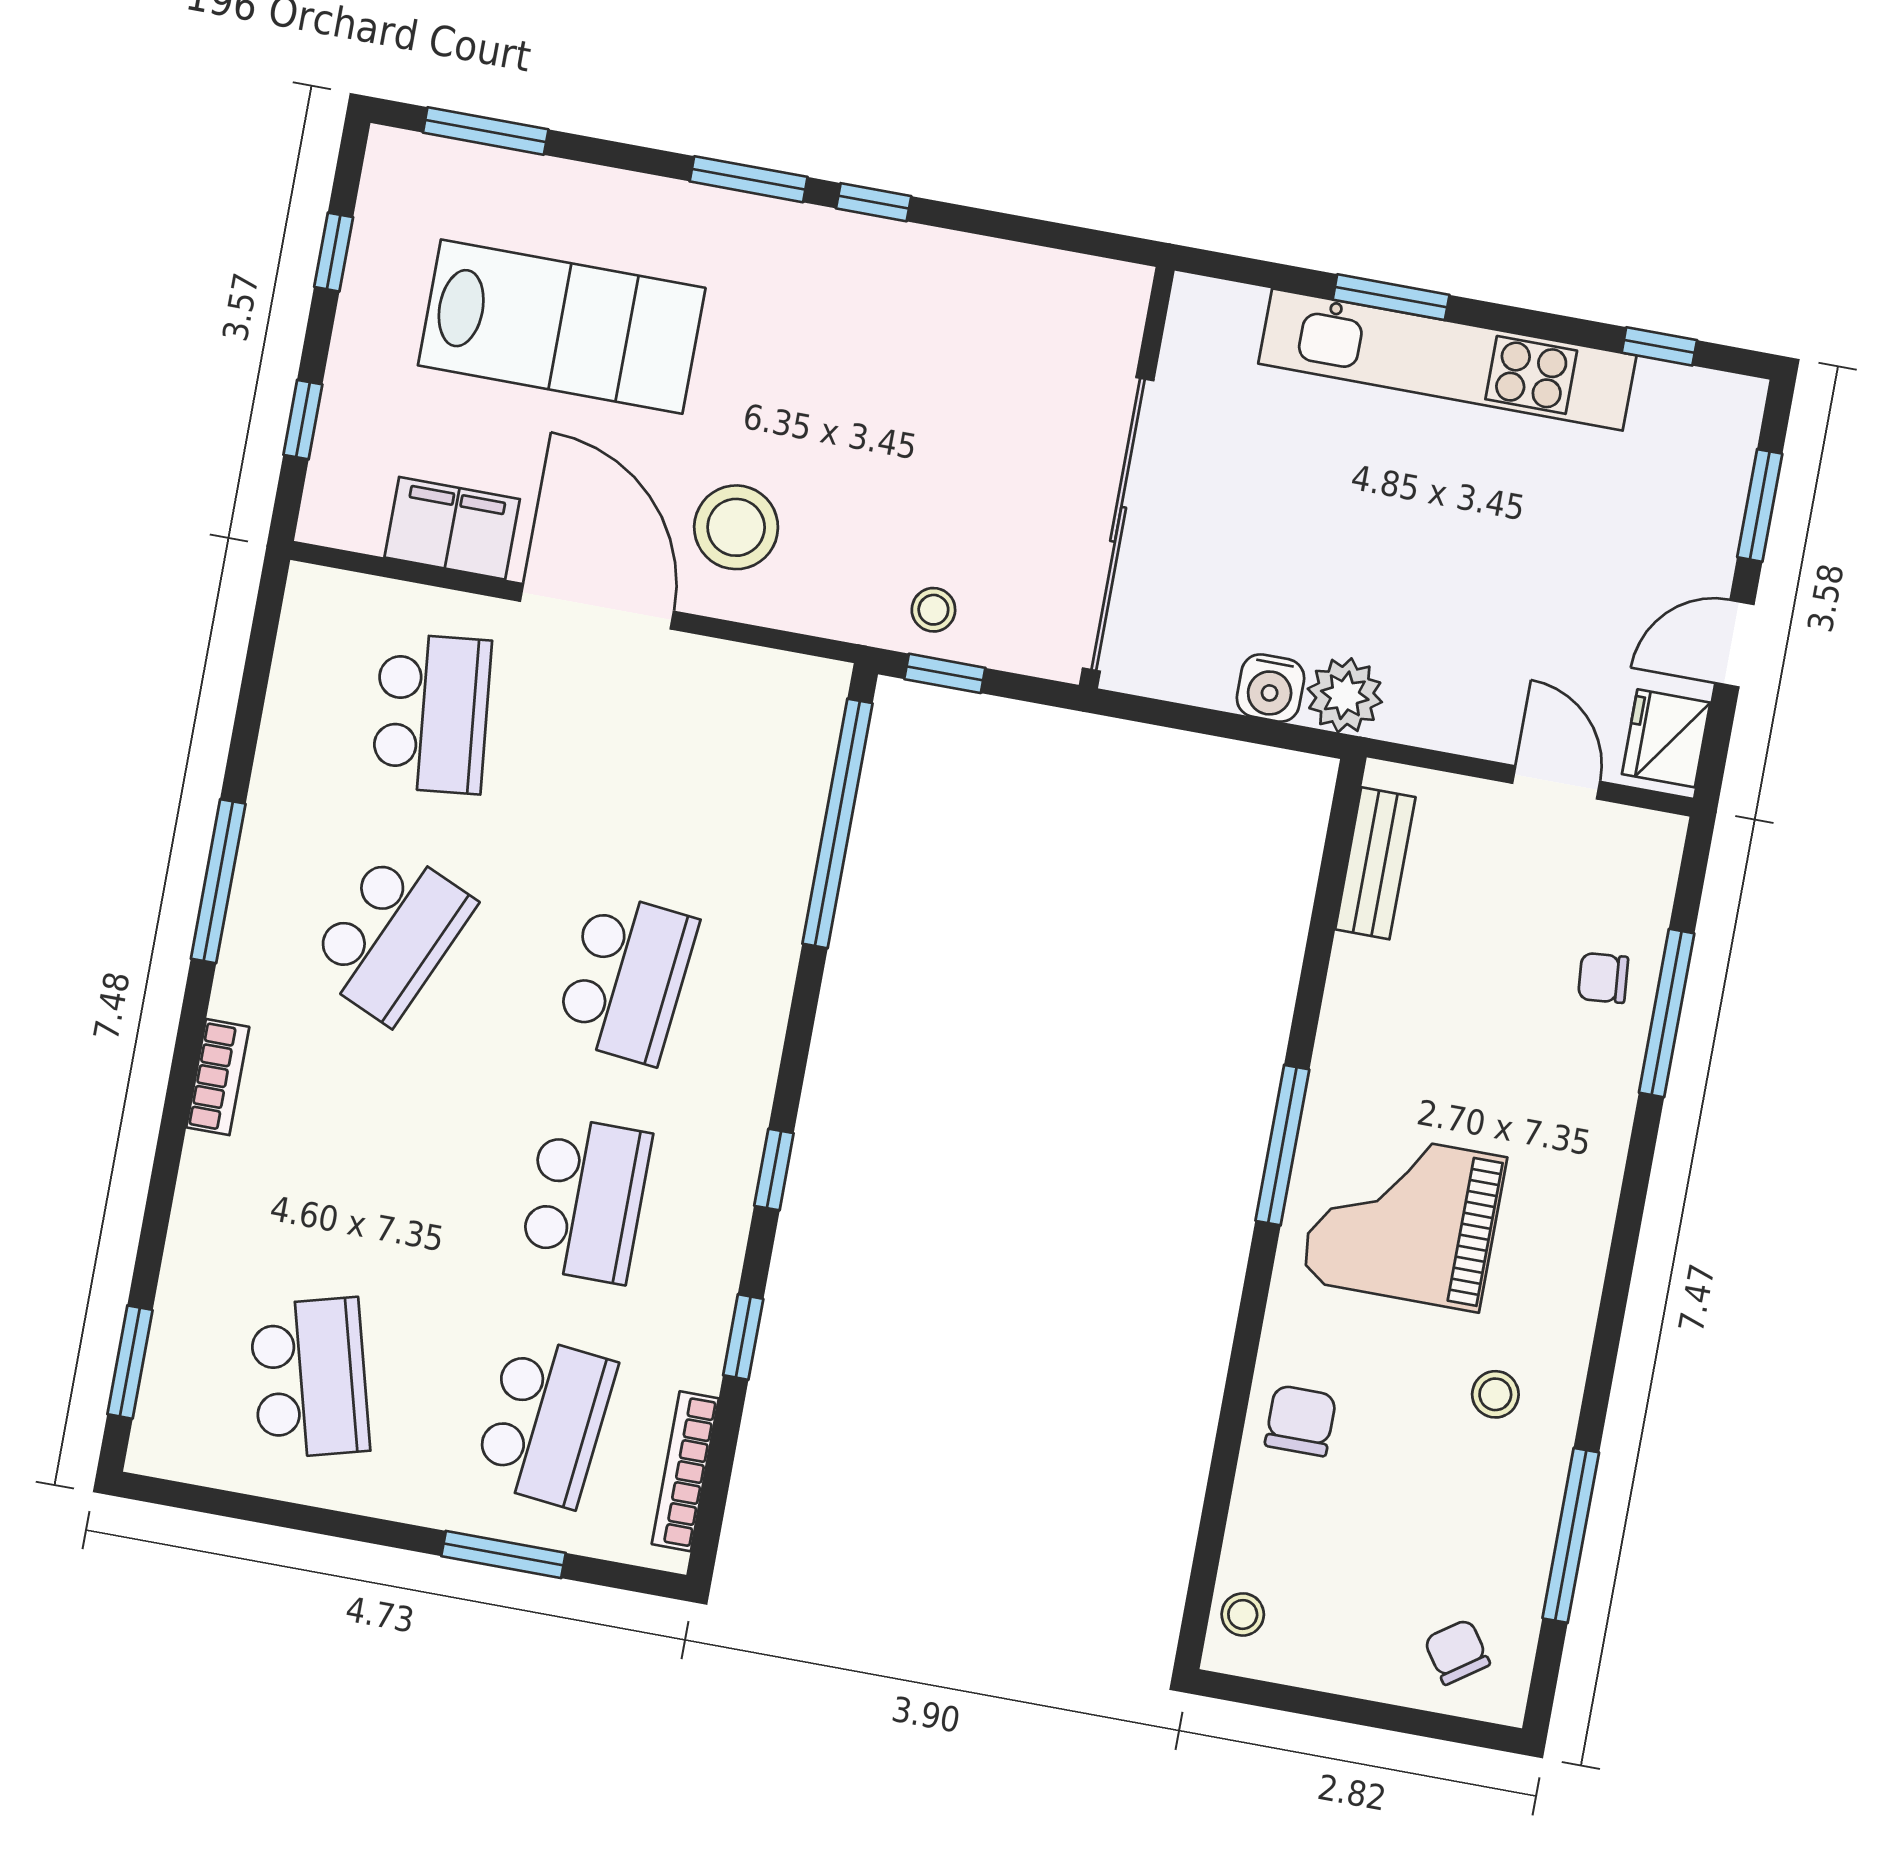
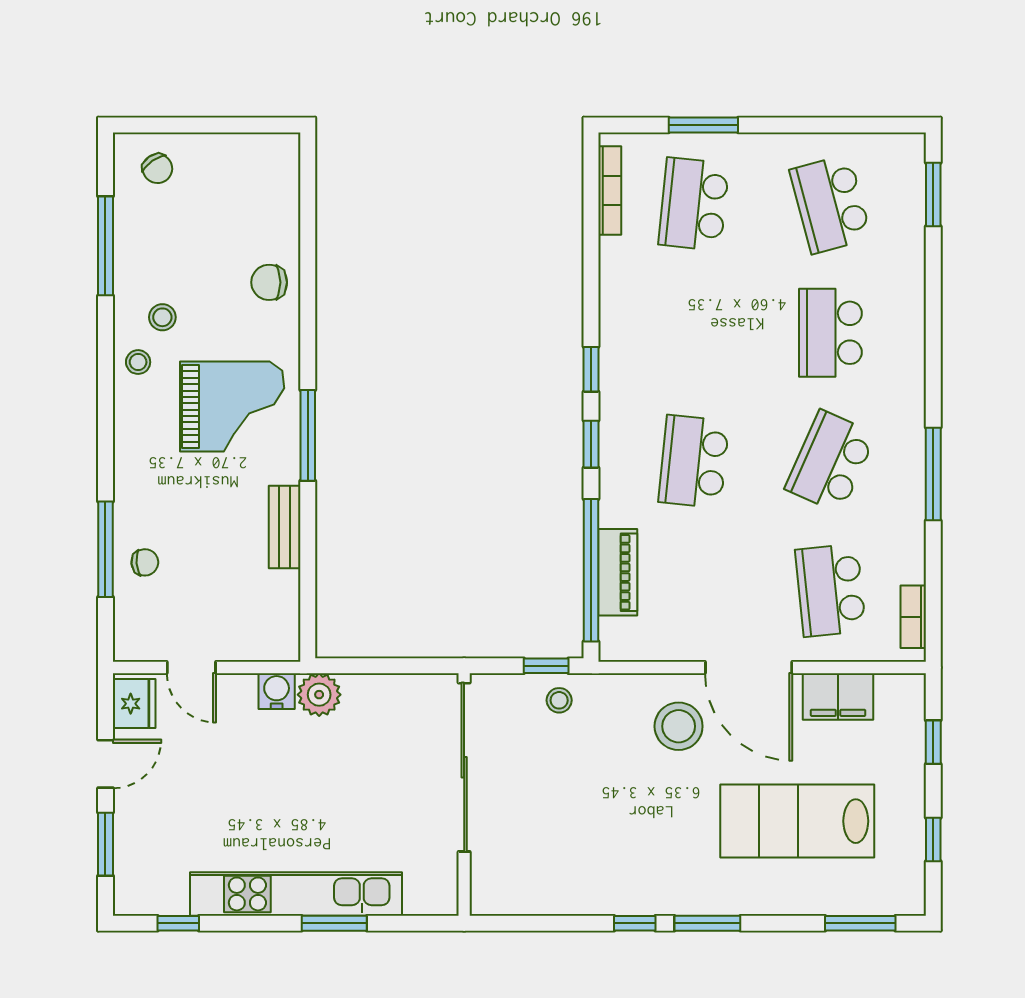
water cooler: (1270, 688) -> (277, 691), moved
piano: (792, 812) -> (618, 572), added
bench: (1375, 863) -> (285, 527), moved
bookcase: (218, 1077) -> (913, 617), moved
school desk: (586, 1200) -> (830, 333), moved
window: (743, 1337) -> (591, 444), moved
chair: (1301, 1421) -> (269, 282), turned 90
stool: (1243, 1614) -> (138, 362), moved

